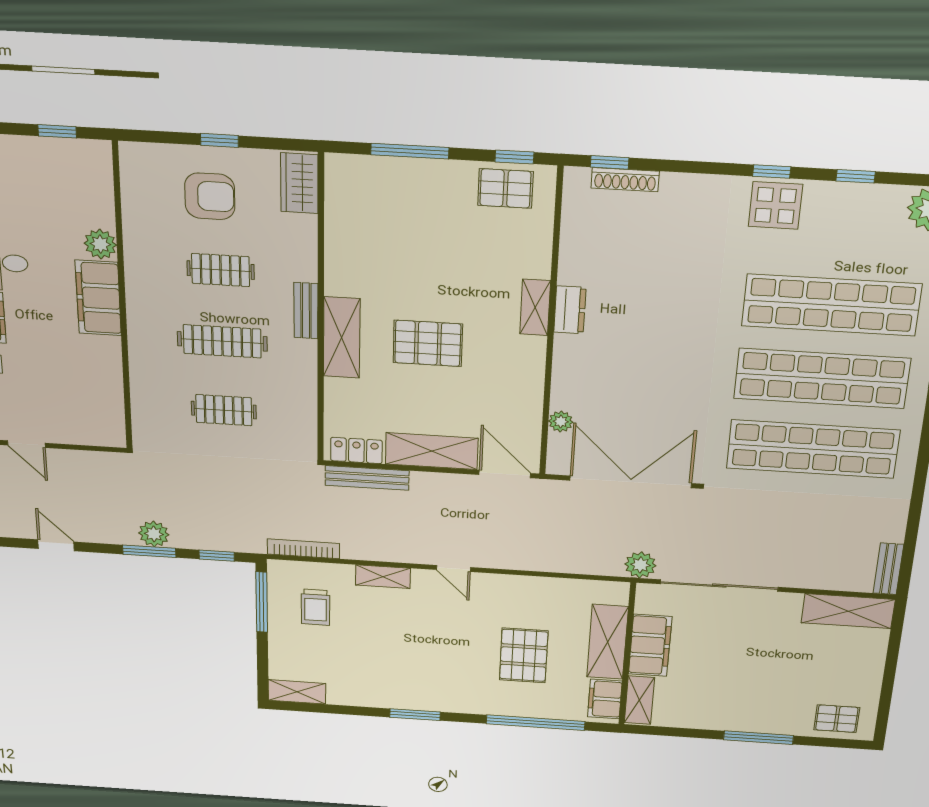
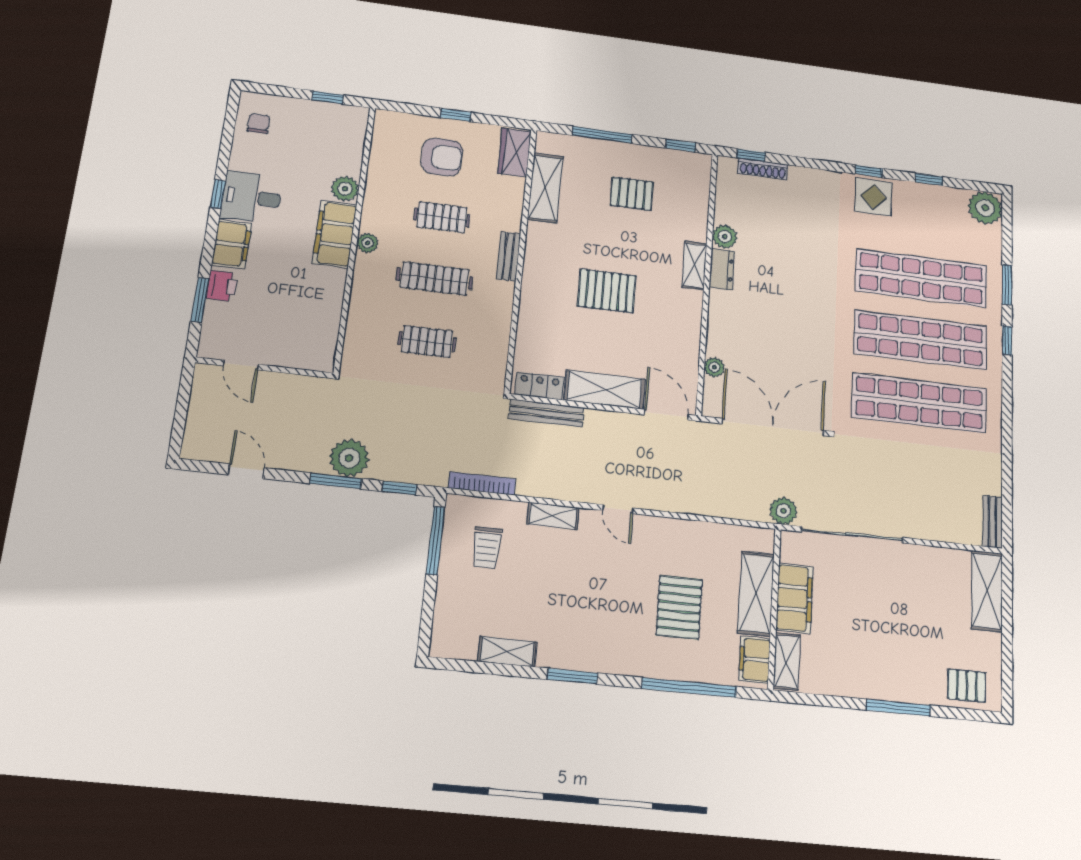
pallet: (505, 188) -> (632, 194), moved
plant: (574, 270) -> (725, 237), added
plant: (138, 306) -> (368, 243), added
shelving: (342, 338) -> (545, 188), moved
plant: (154, 534) -> (349, 458), width x1.36, depth x1.36
shelving: (848, 611) -> (987, 591), moved, turned 90
shelving: (297, 692) -> (507, 652), moved

